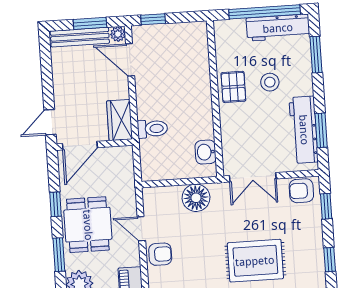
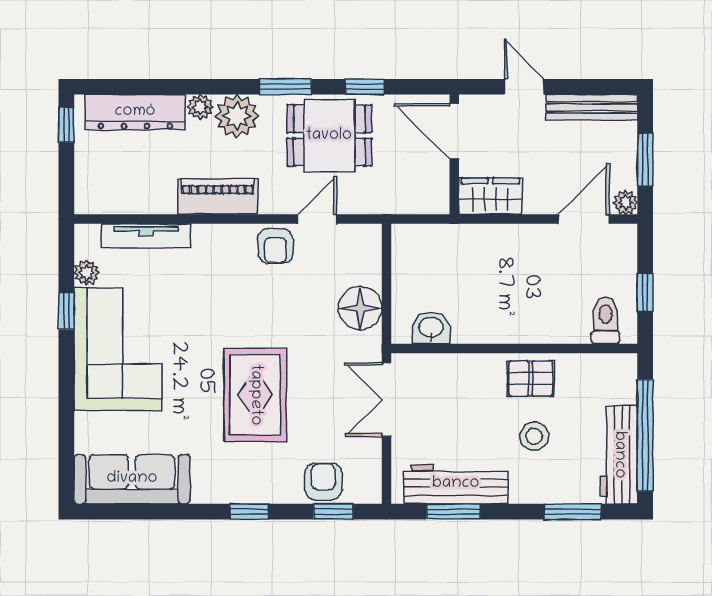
window: (153, 19) -> (645, 292), moved
bench: (80, 37) -> (592, 107), moved, turned 90
door: (50, 122) -> (524, 87), moved
toilet: (152, 129) -> (606, 321), moved, turned 180
armchair: (301, 191) -> (323, 481), moved

